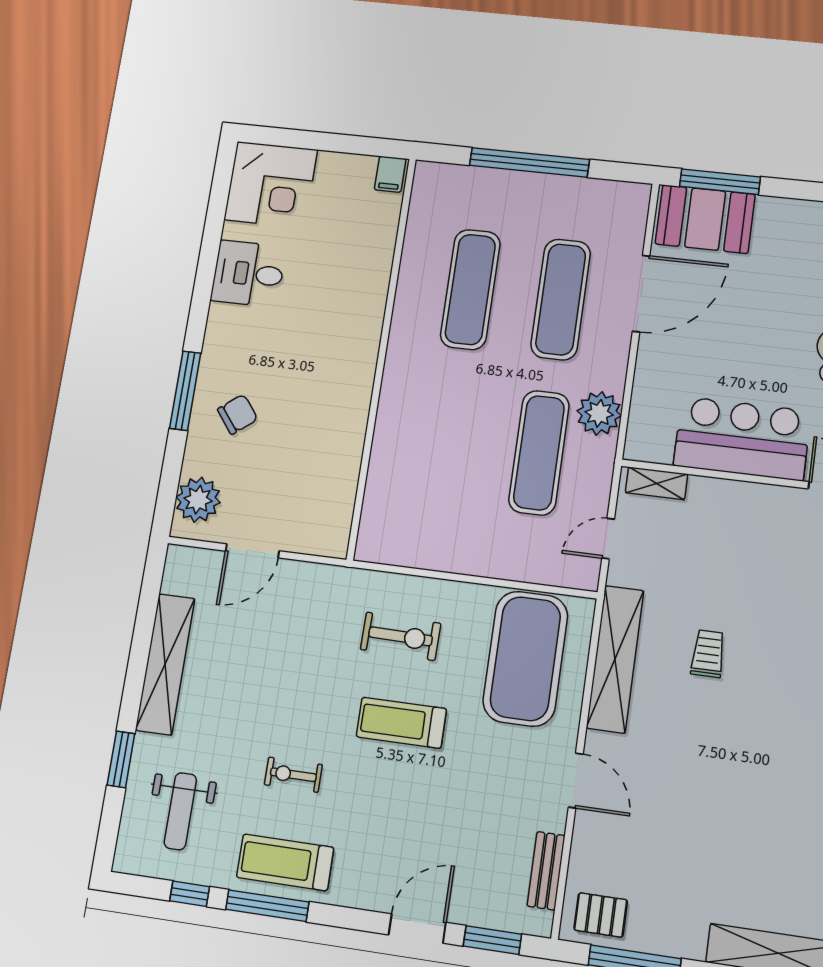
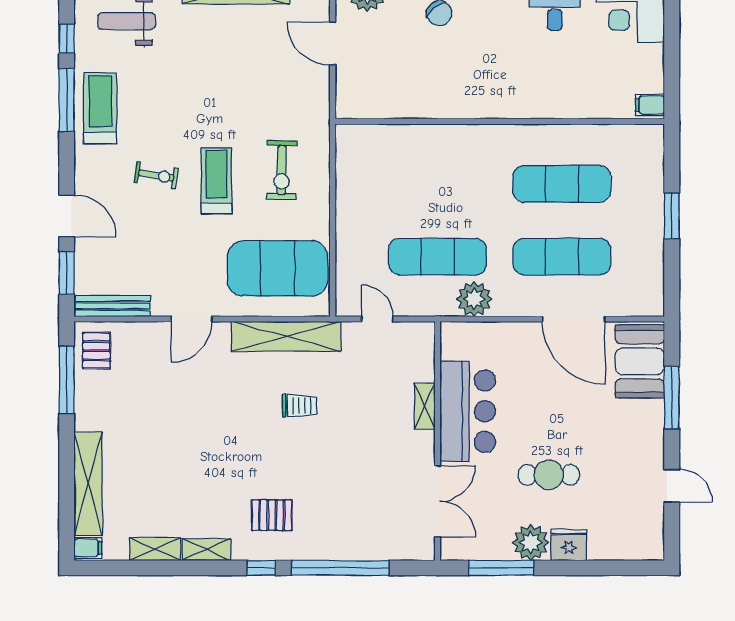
window: (529, 162) -> (672, 216), width x0.47
window: (720, 182) -> (672, 398), moved
shelving: (656, 483) -> (425, 406), moved
exercise bike: (293, 775) -> (156, 175), moved, turned 99
bench: (546, 871) -> (112, 306), width x1.36

